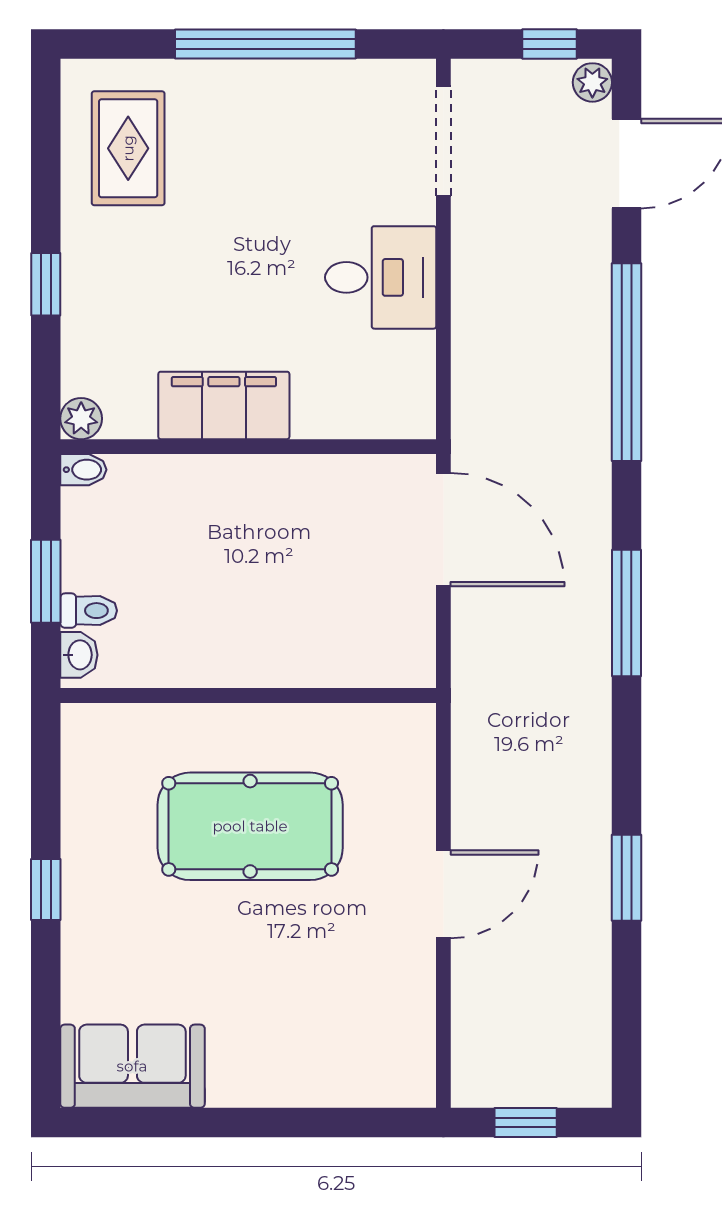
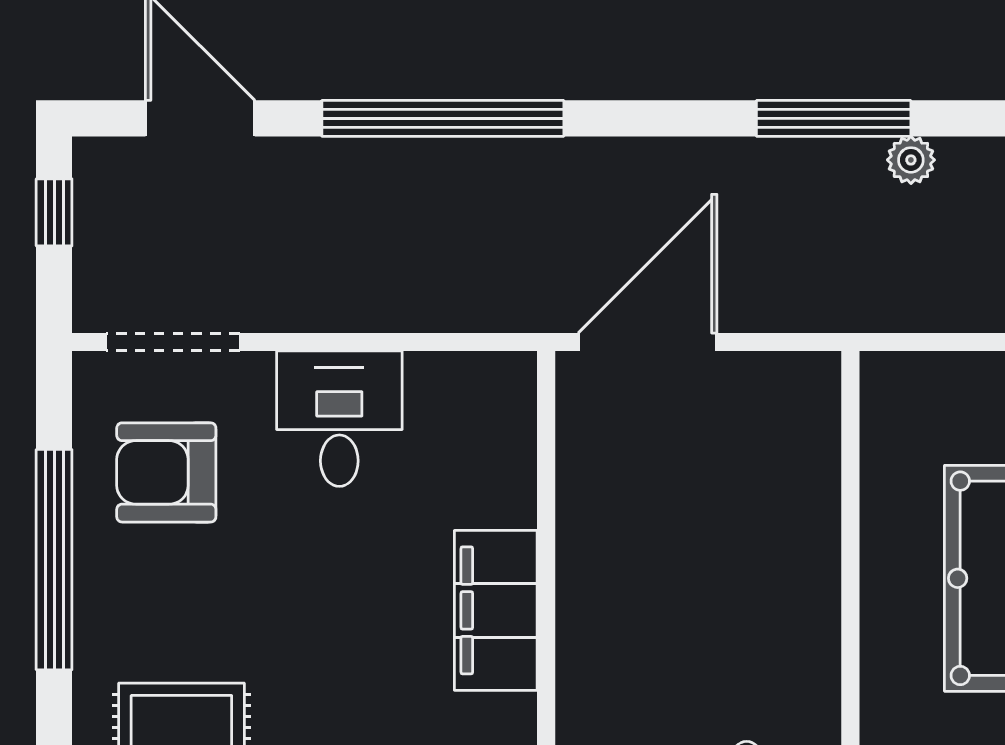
plant: (592, 82) -> (911, 160), moved
armchair: (337, 136) -> (166, 472), added
window: (626, 613) -> (834, 118), moved

